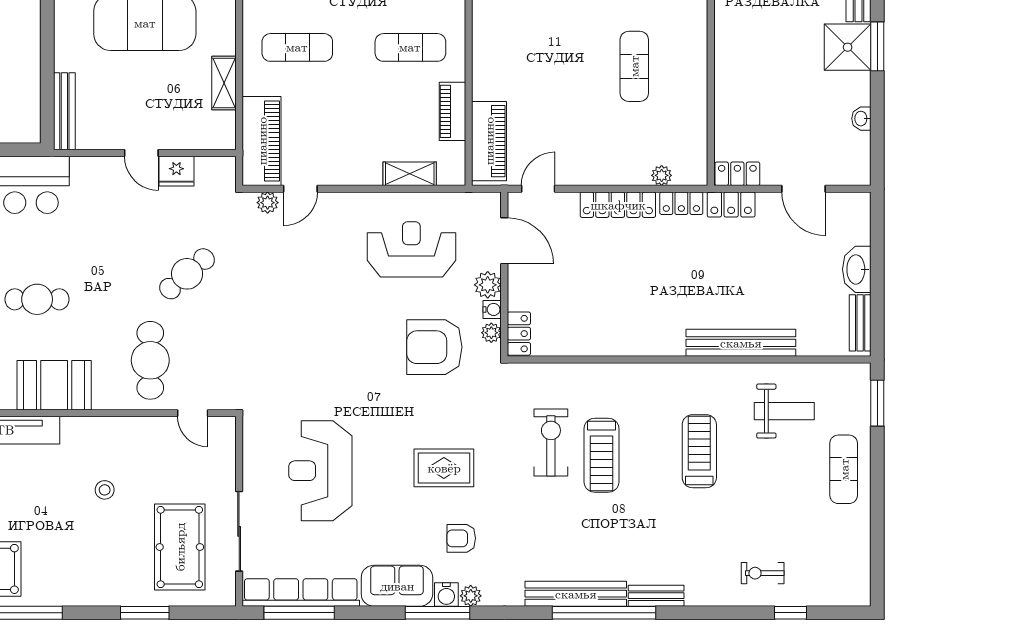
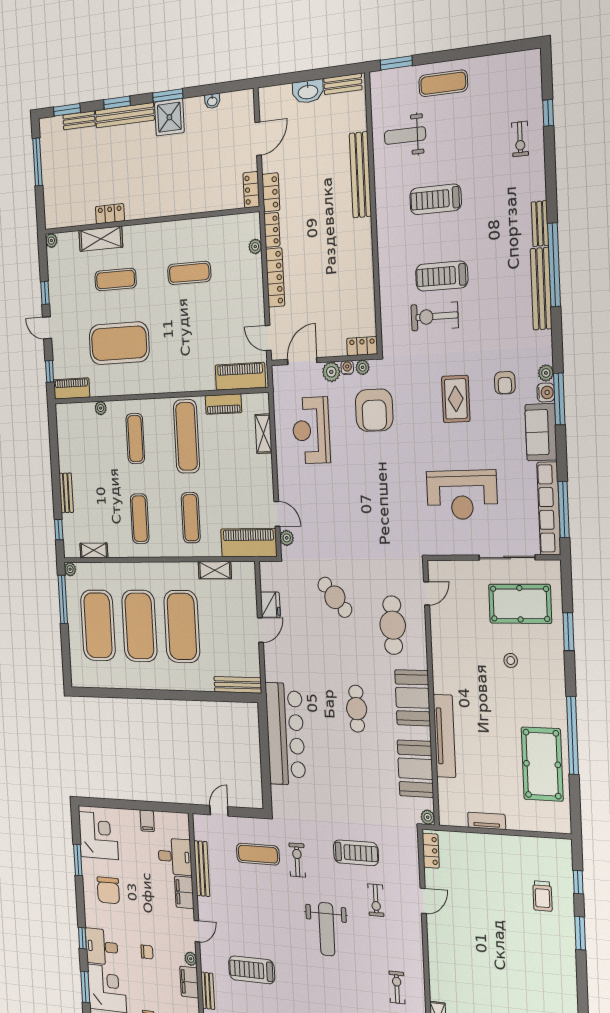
exercise mat: (410, 47) -> (186, 436), width x1.36, depth x1.45
cafe table: (150, 360) -> (393, 625), turned 90
weight bench: (784, 411) -> (405, 136), turned -90
treadmill: (602, 455) -> (442, 276), turned 180
stool: (105, 490) -> (511, 661), moved

